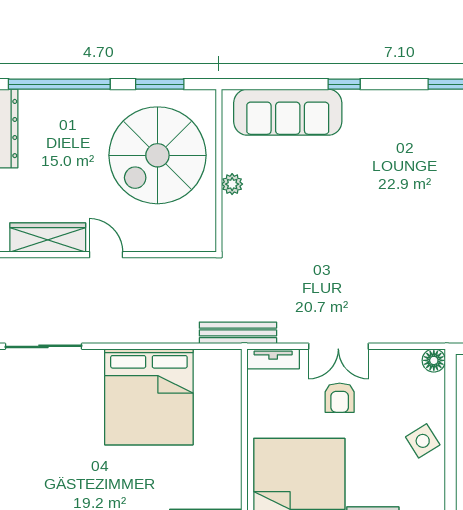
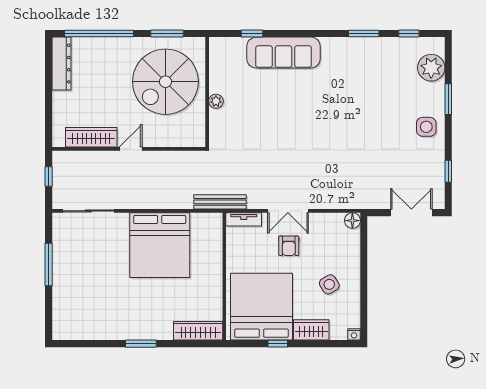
window: (344, 84) -> (252, 34), moved
sofa: (288, 112) -> (284, 53), moved
door: (106, 255) -> (131, 149), hinge flipped
side table: (423, 441) -> (329, 284), moved

